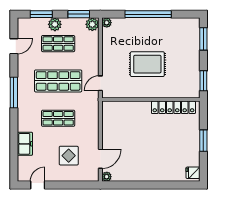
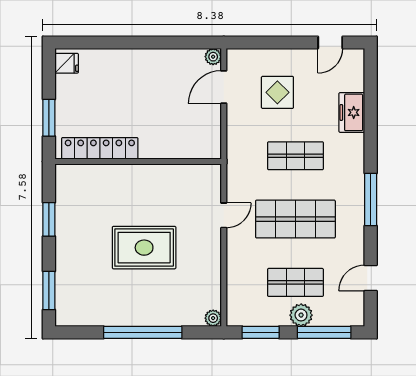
window: (41, 14) -> (324, 332), width x1.44
plant: (92, 24) -> (237, 315), removed
wall: (151, 100) -> (138, 162), moved
locker: (173, 107) -> (100, 148), moved

